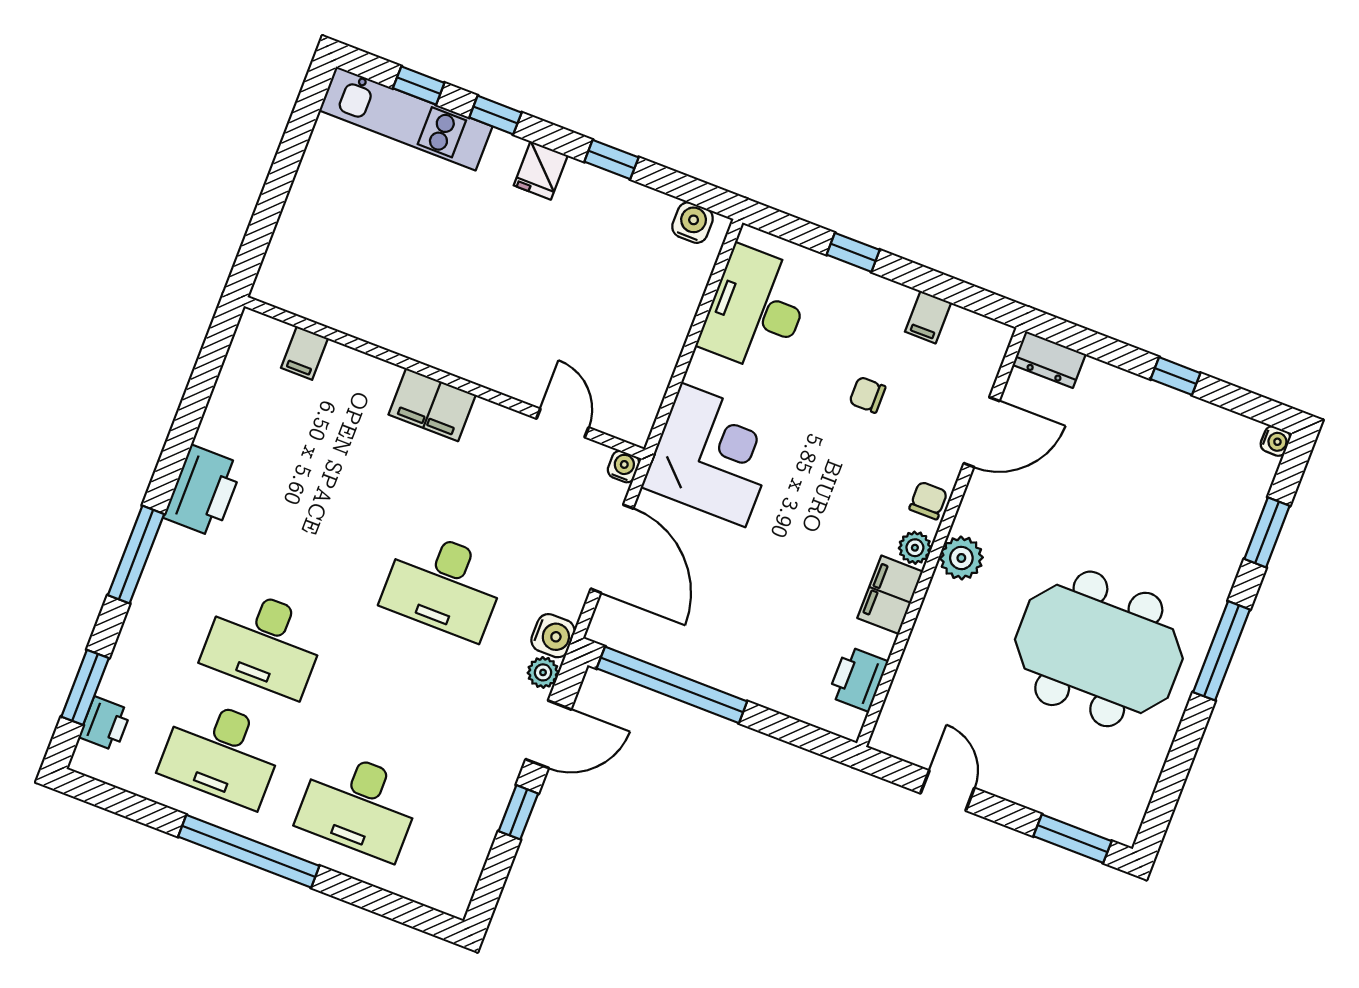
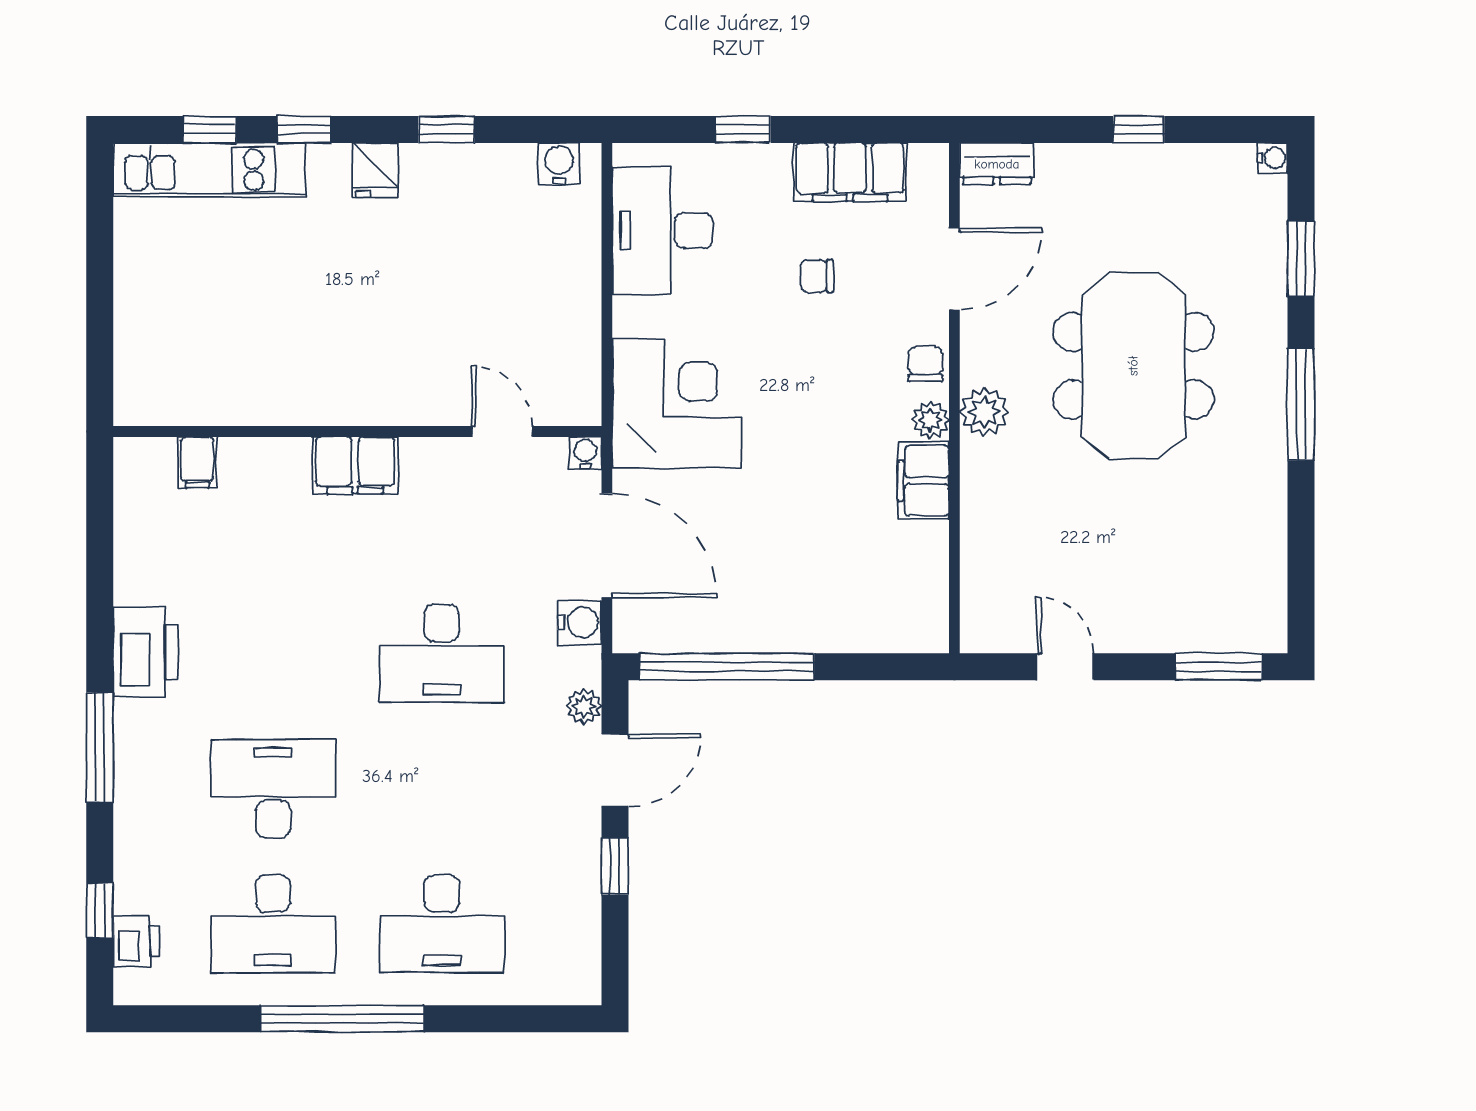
filing cabinet: (928, 317) -> (850, 172), width x3.00, depth x1.17
water cooler: (553, 636) -> (579, 623), moved
desk: (264, 642) -> (273, 789), turned 180
meeting table: (1099, 649) -> (1133, 366), moved, turned 90
printer: (858, 679) -> (923, 584), removed
window: (85, 687) -> (100, 910), width x0.67

